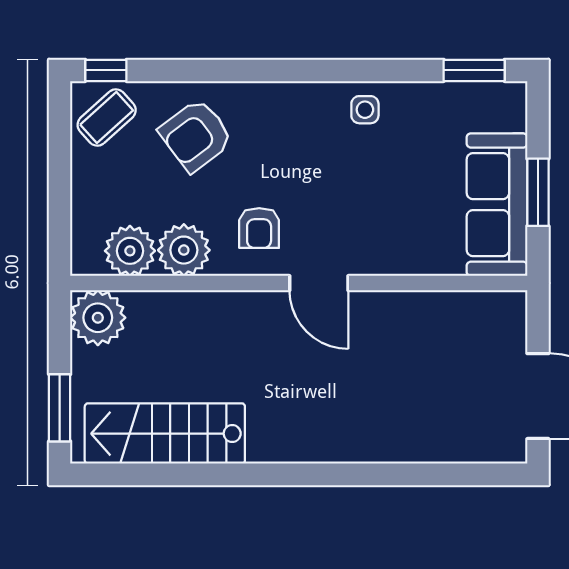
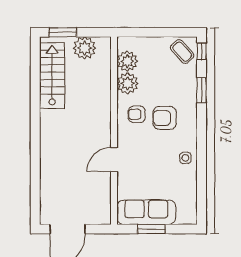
window: (474, 70) -> (202, 90), moved
armchair: (196, 135) -> (165, 118), moved, turned -53
door: (319, 283) -> (114, 159), moved
plant: (98, 318) -> (85, 48), moved

